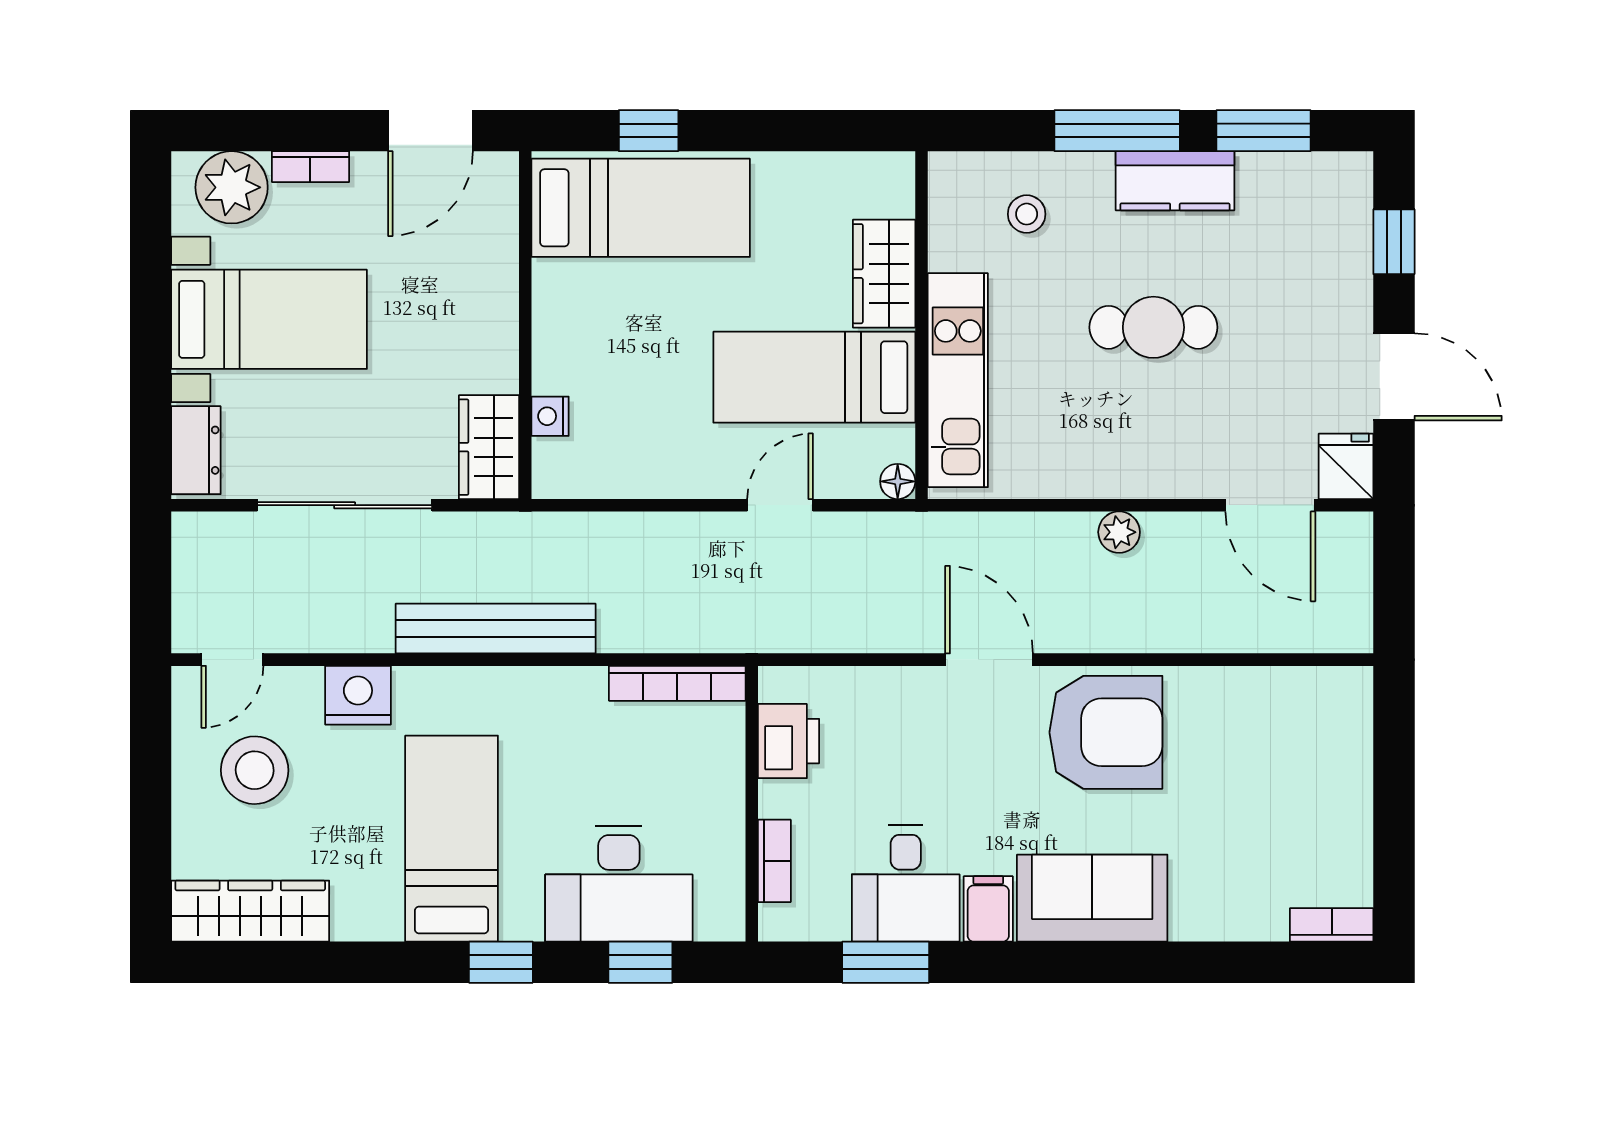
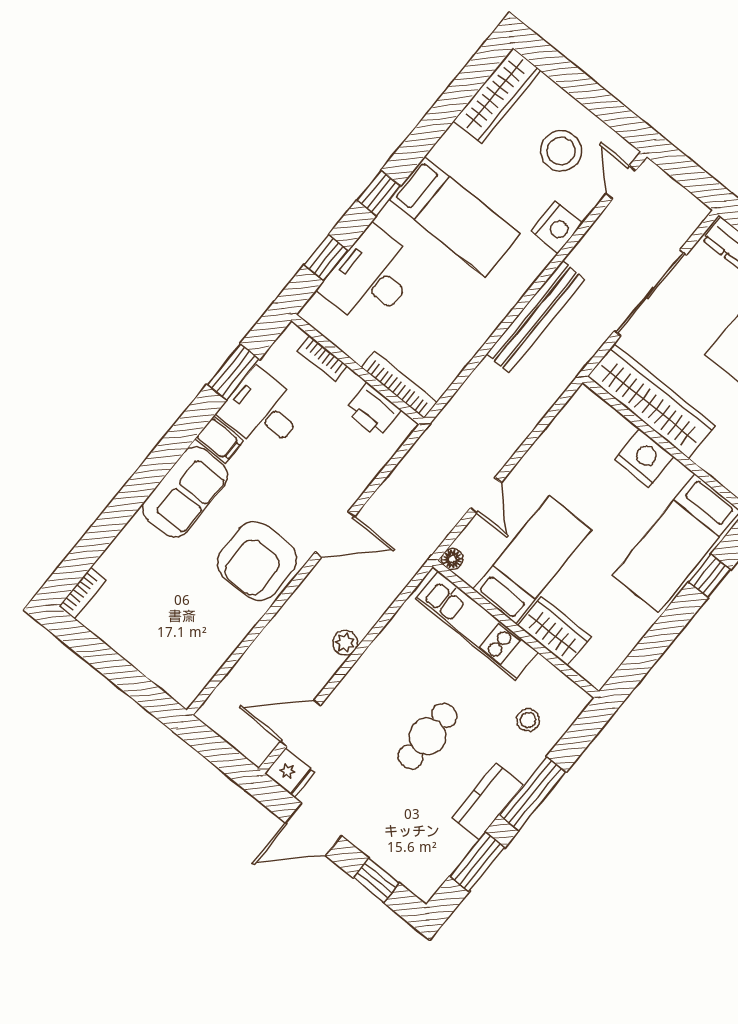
nightstand: (550, 416) -> (644, 458), moved, width x1.89, depth x1.79
wardrobe: (489, 447) -> (651, 401), width x2.10, depth x1.17
bookcase: (677, 683) -> (399, 385), moved, turned 90

